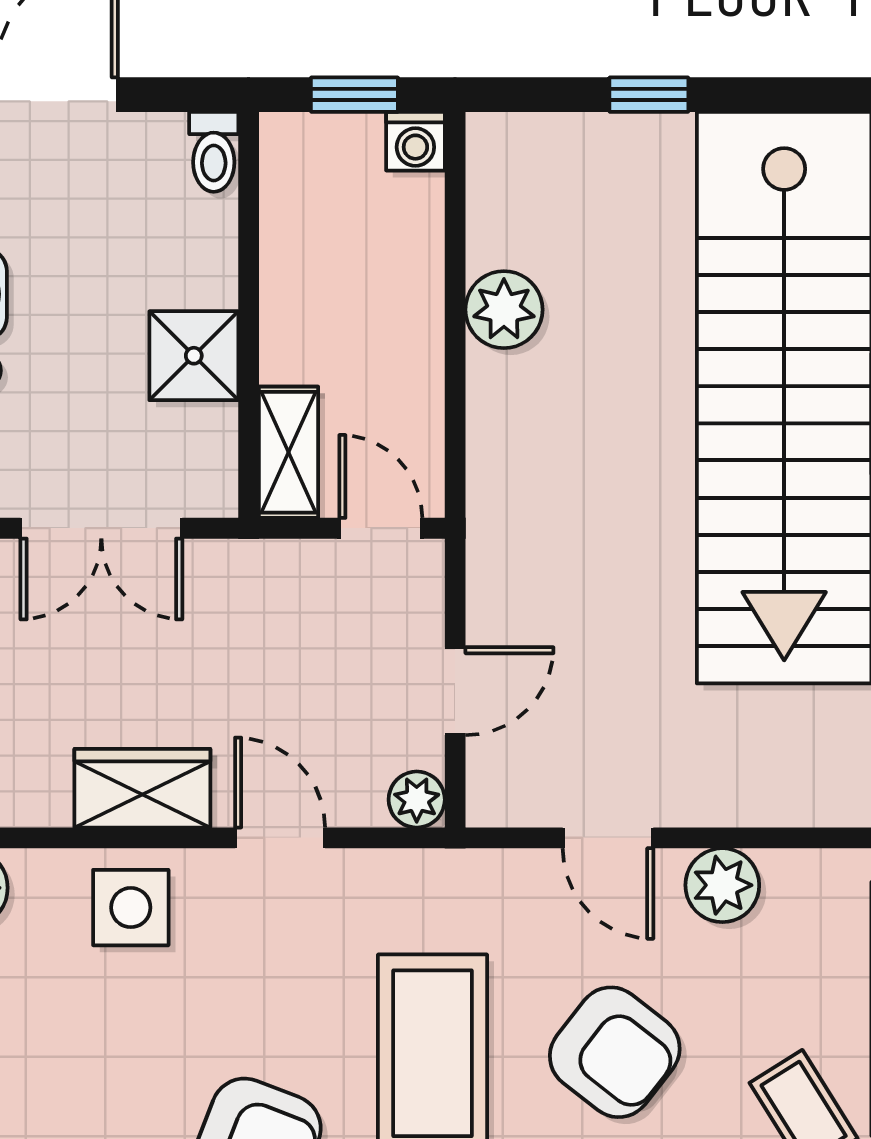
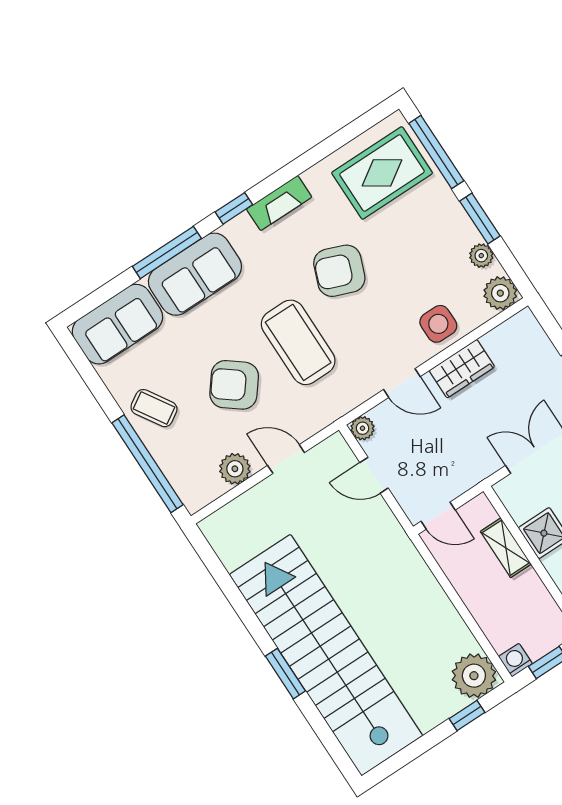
window: (649, 95) -> (467, 715), moved
plant: (504, 310) -> (474, 676), moved, width x1.36, depth x1.36
shelving: (288, 452) -> (506, 548), moved
door: (455, 691) -> (374, 475), hinge flipped

